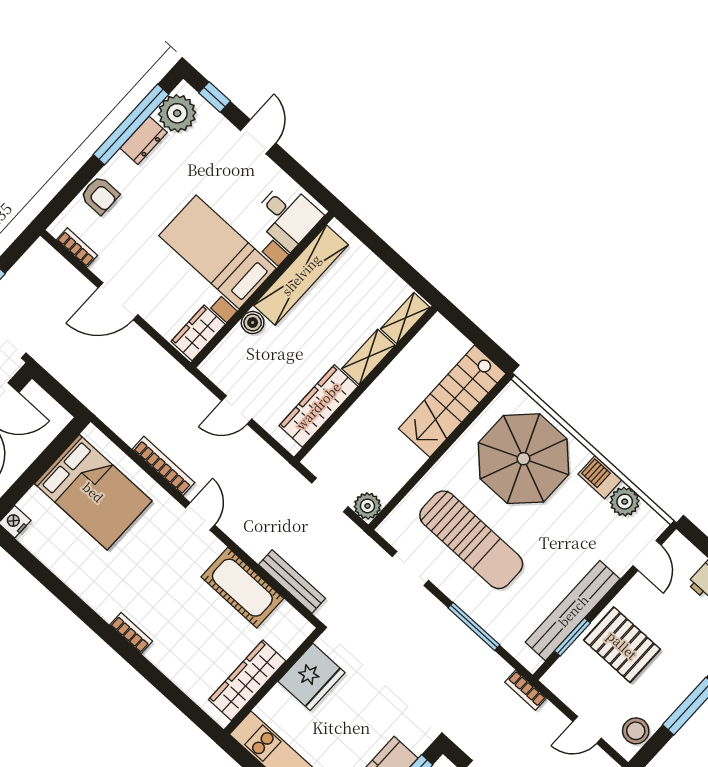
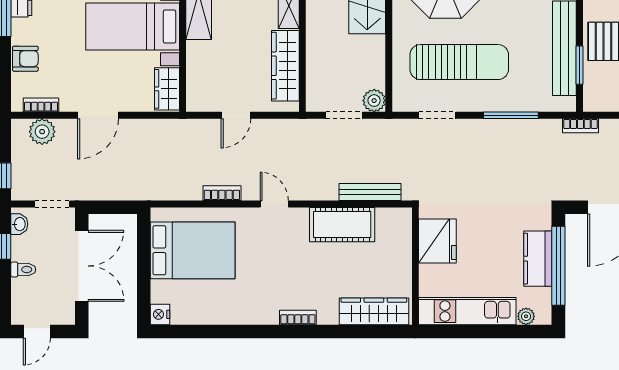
plant: (57, 271) -> (42, 132), added
boiler: (253, 323) -> (195, 51), removed
bookcase: (163, 466) -> (222, 193), width x0.64
wardrobe: (247, 680) -> (374, 311), moved, turned 90

